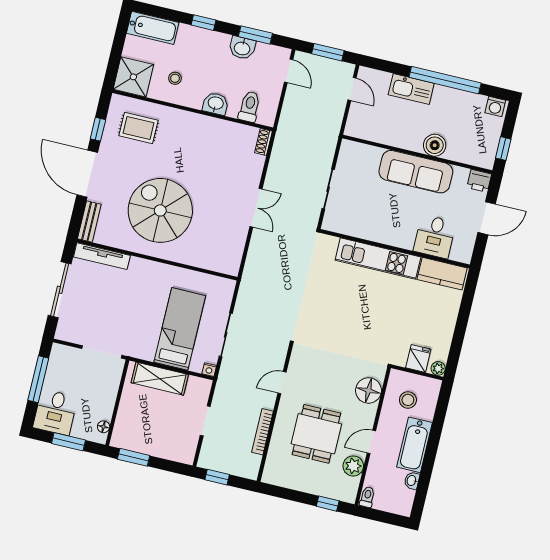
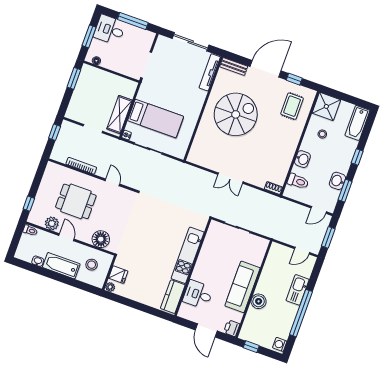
shelving: (160, 379) -> (119, 115), moved

